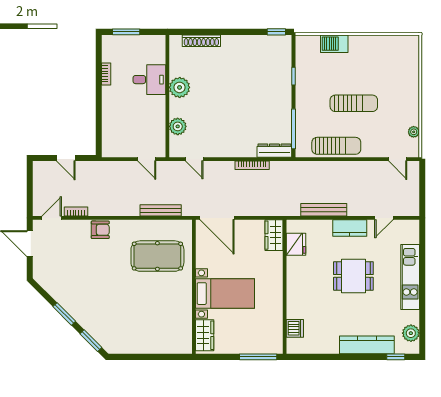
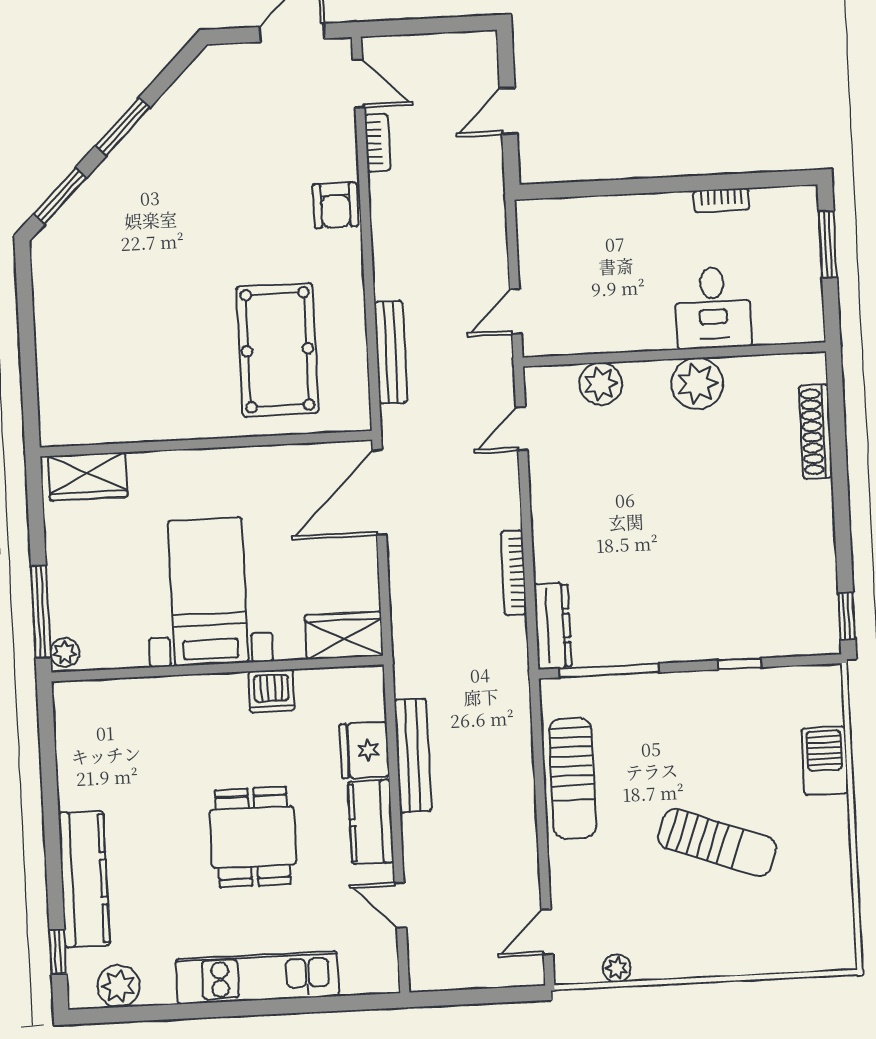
sun lounger: (354, 103) -> (717, 843), moved, turned -70
fridge: (296, 244) -> (364, 750), moved, turned 90
bed with nightstands: (225, 294) -> (208, 592), moved, turned 180
dishwasher: (295, 328) -> (271, 691), moved
plant: (275, 348) -> (65, 653), added

